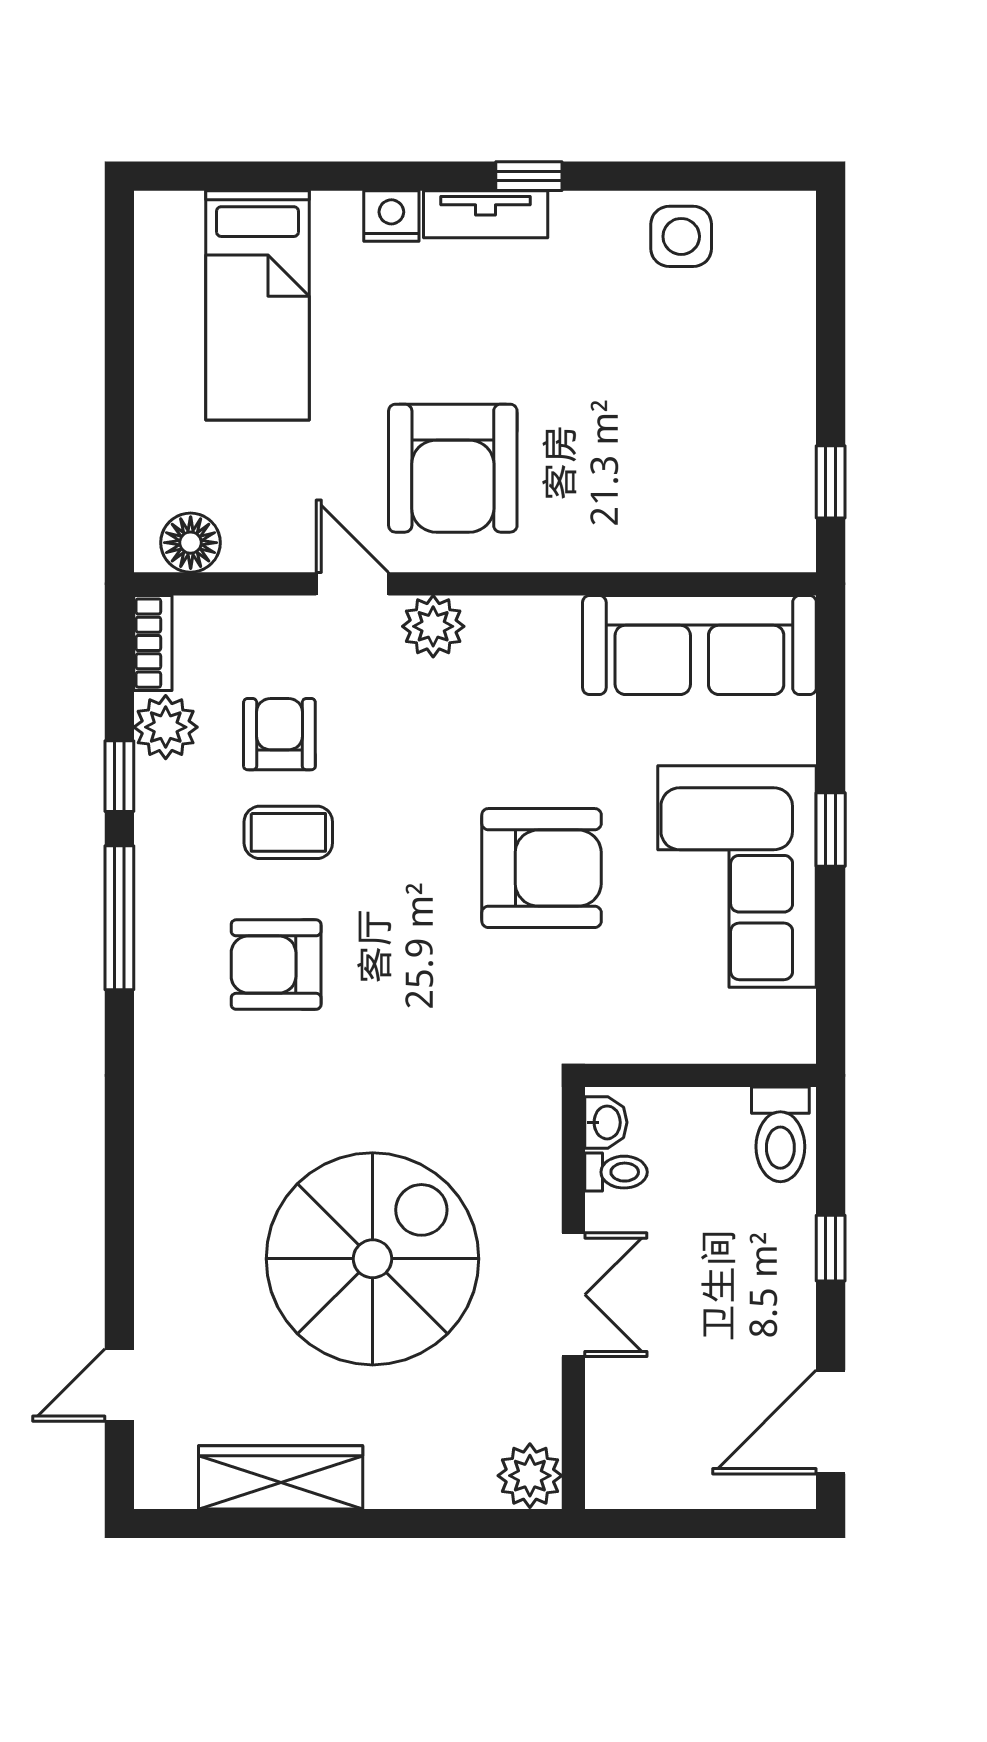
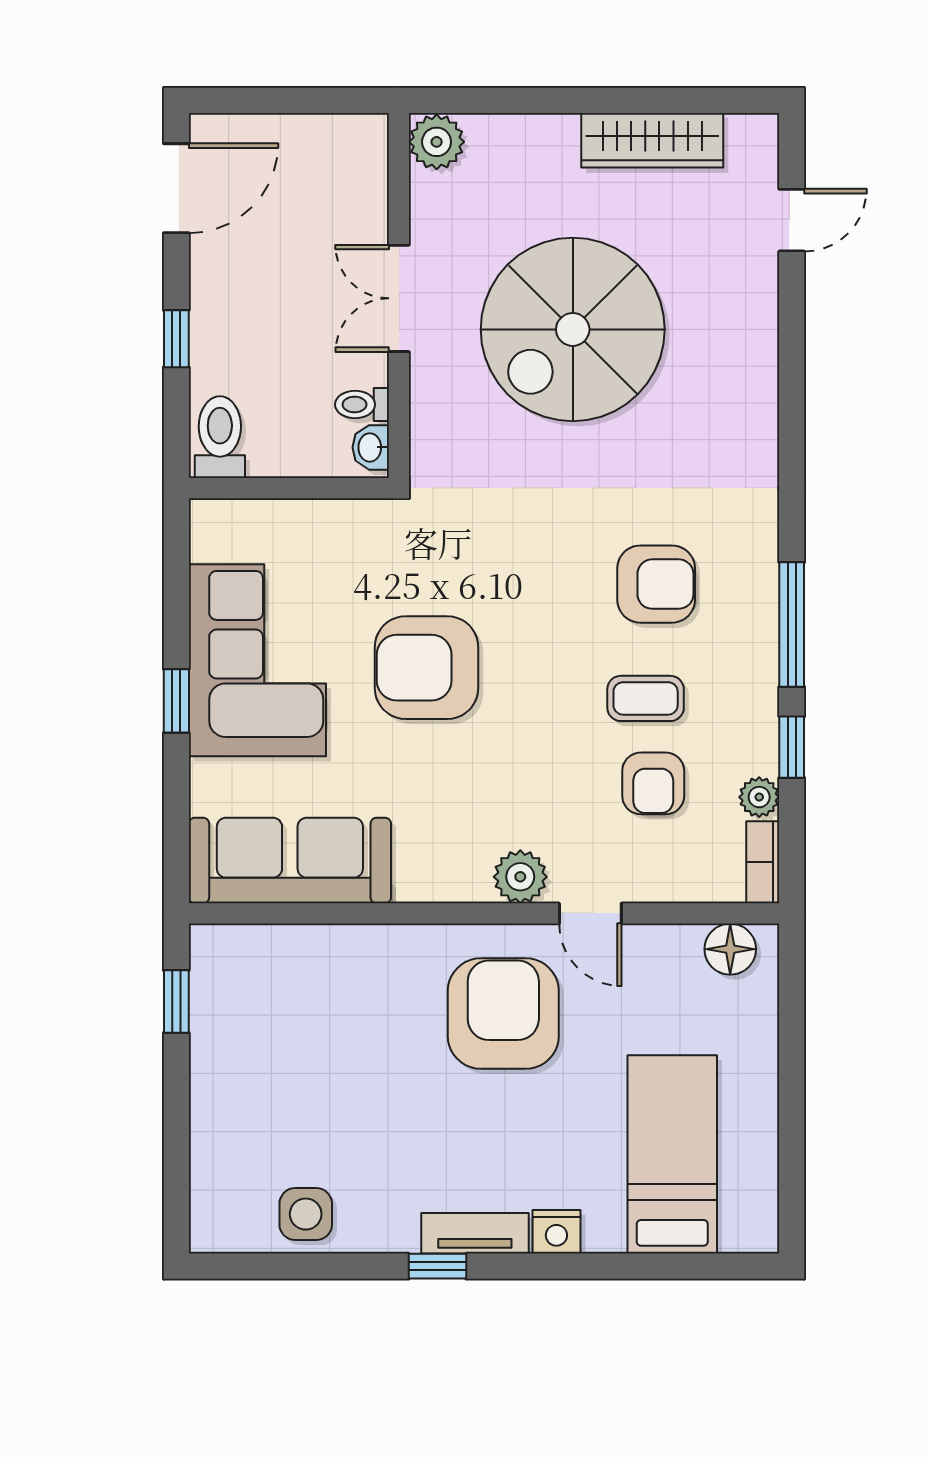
plant: (166, 727) -> (759, 797), width x0.73, depth x0.73

